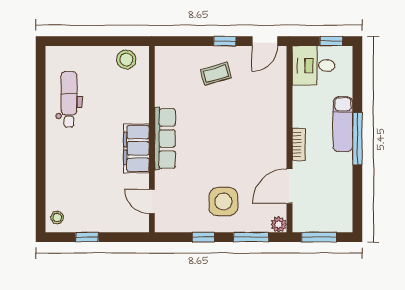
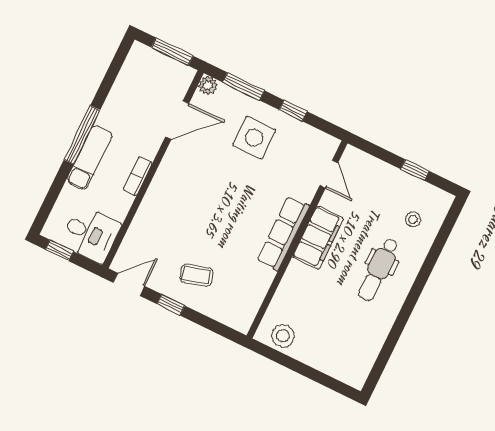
dental chair: (69, 99) -> (378, 269), moved
bookcase: (299, 144) -> (138, 176), moved
stool: (57, 218) -> (413, 219), moved

